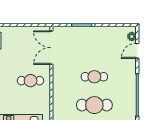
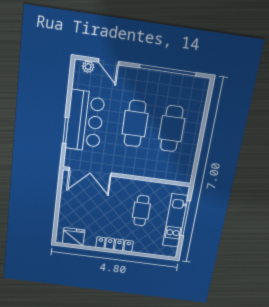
bar counter: (91, 39) -> (85, 121), added
cafe table: (94, 77) -> (135, 124), width x1.37, depth x1.35
cafe table: (31, 81) -> (141, 211), moved

